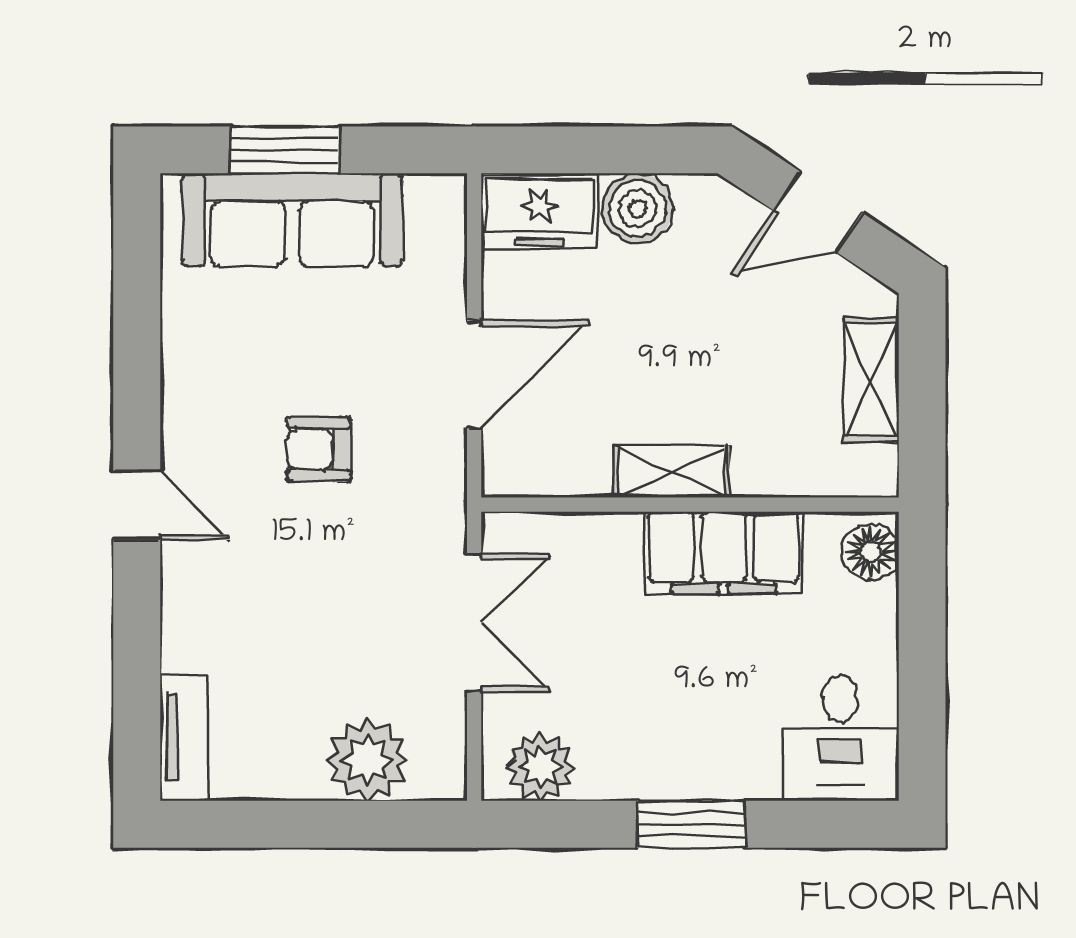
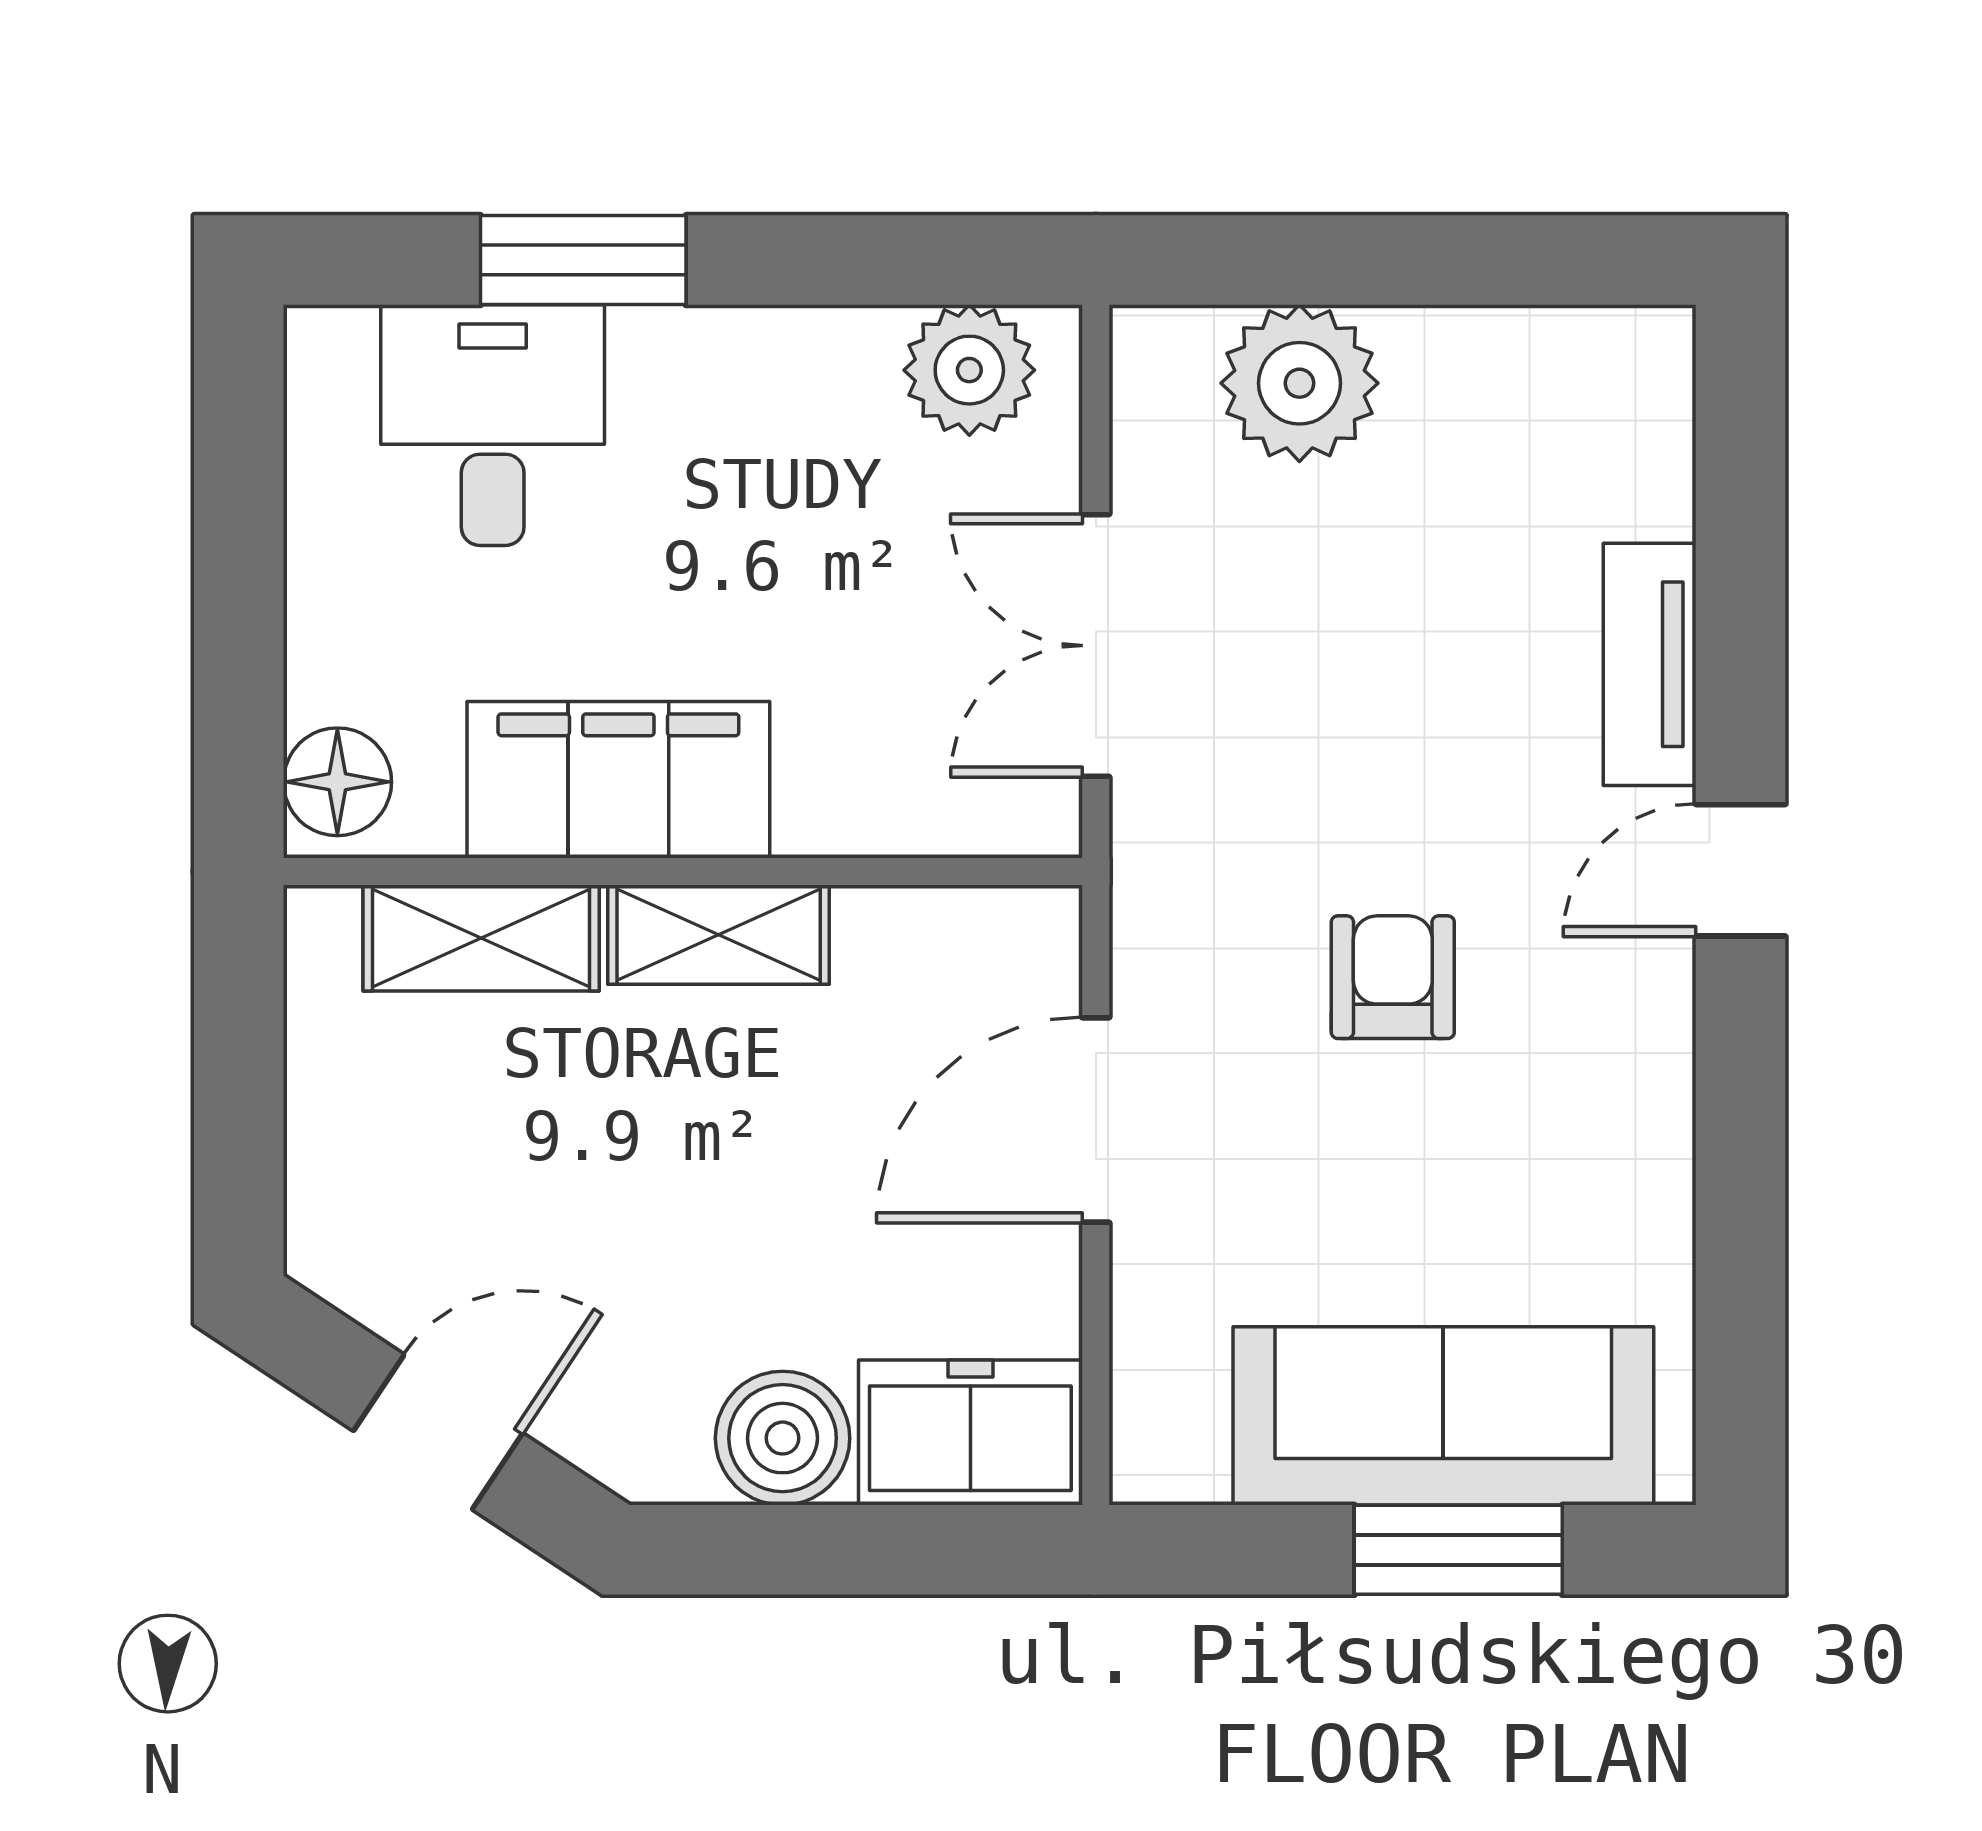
shelving: (871, 380) -> (481, 938), moved, turned 90
armchair: (319, 449) -> (1393, 977), turned -90
door: (137, 505) -> (1741, 870), hinge flipped
tv unit: (184, 738) -> (1650, 664), moved
desk: (840, 738) -> (493, 425), moved
window: (691, 824) -> (583, 260), moved

